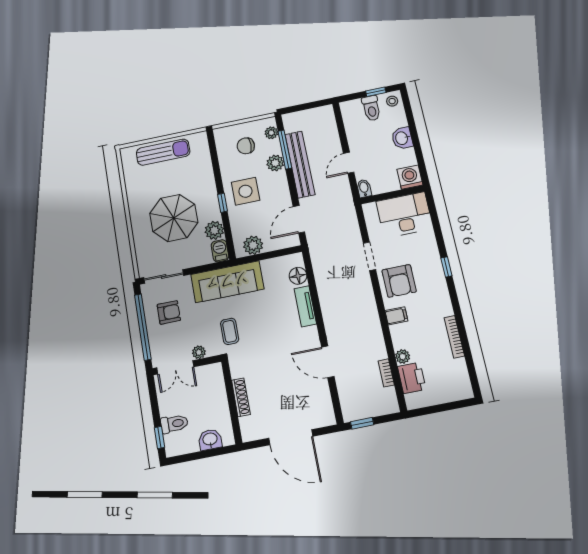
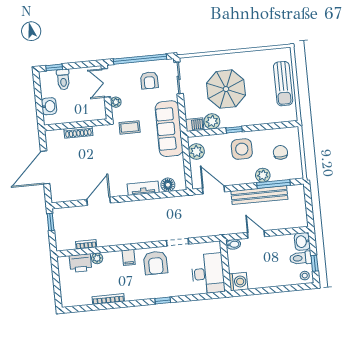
plant: (271, 133) -> (289, 174), removed
washbasin: (402, 138) -> (302, 241), moved, turned -90
armchair: (399, 281) -> (156, 263), turned -90

